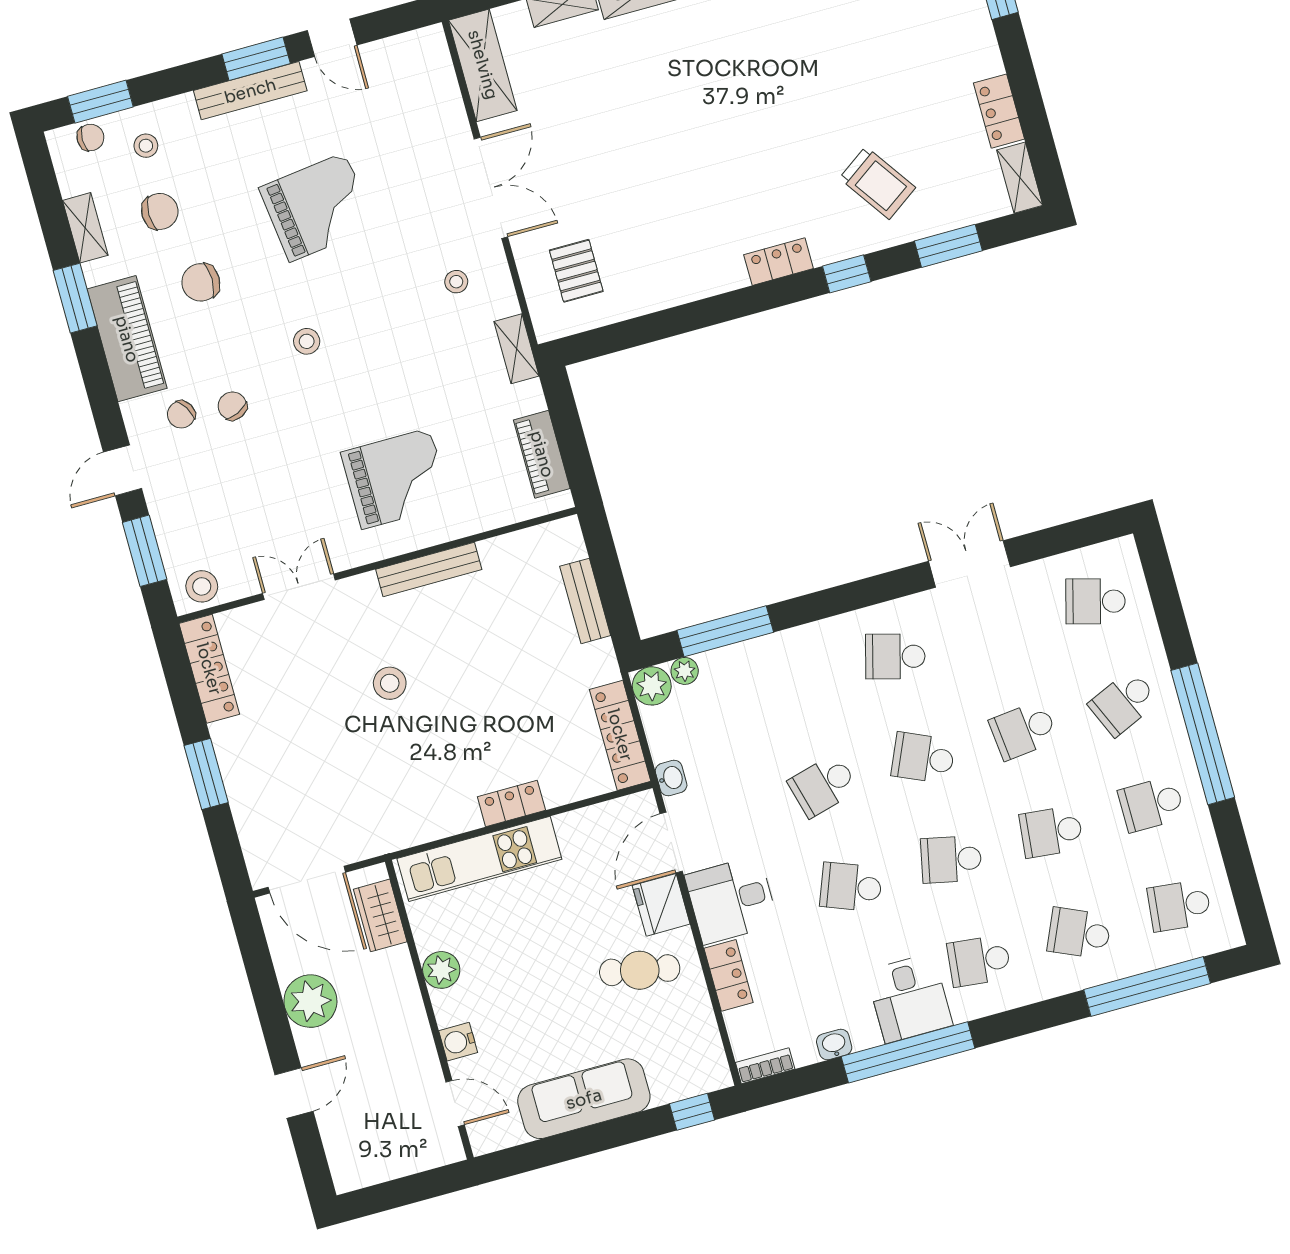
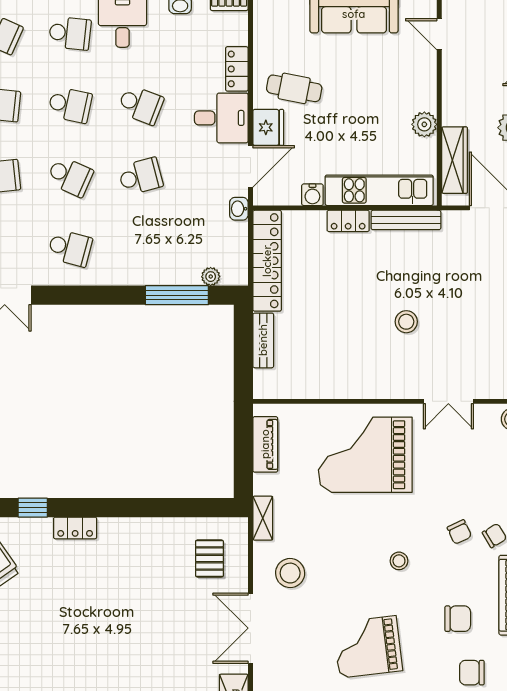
stool: (456, 282) -> (290, 573), width x1.89, depth x1.89
grand piano: (396, 479) -> (365, 455), width x1.37, depth x1.48
bench: (429, 569) -> (406, 220), moved
plant: (652, 686) -> (235, 273), removed
locker: (620, 735) -> (267, 261), width x1.41, depth x1.21
wardrobe: (380, 915) -> (454, 160), width x1.50
water cooler: (458, 1042) -> (312, 195), moved, turned 90

